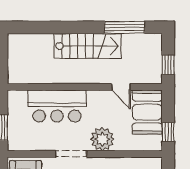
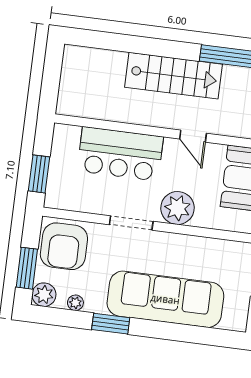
door: (121, 87) -> (193, 136), moved

